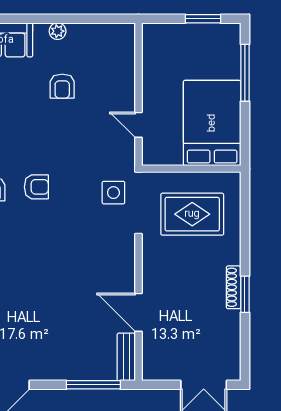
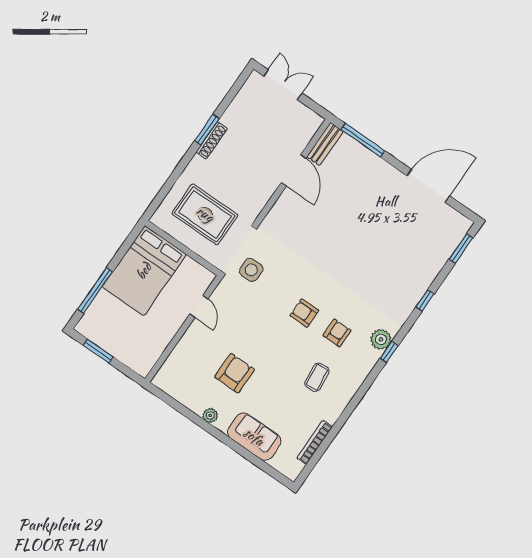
armchair: (62, 86) -> (235, 373), width x1.38, depth x1.38

